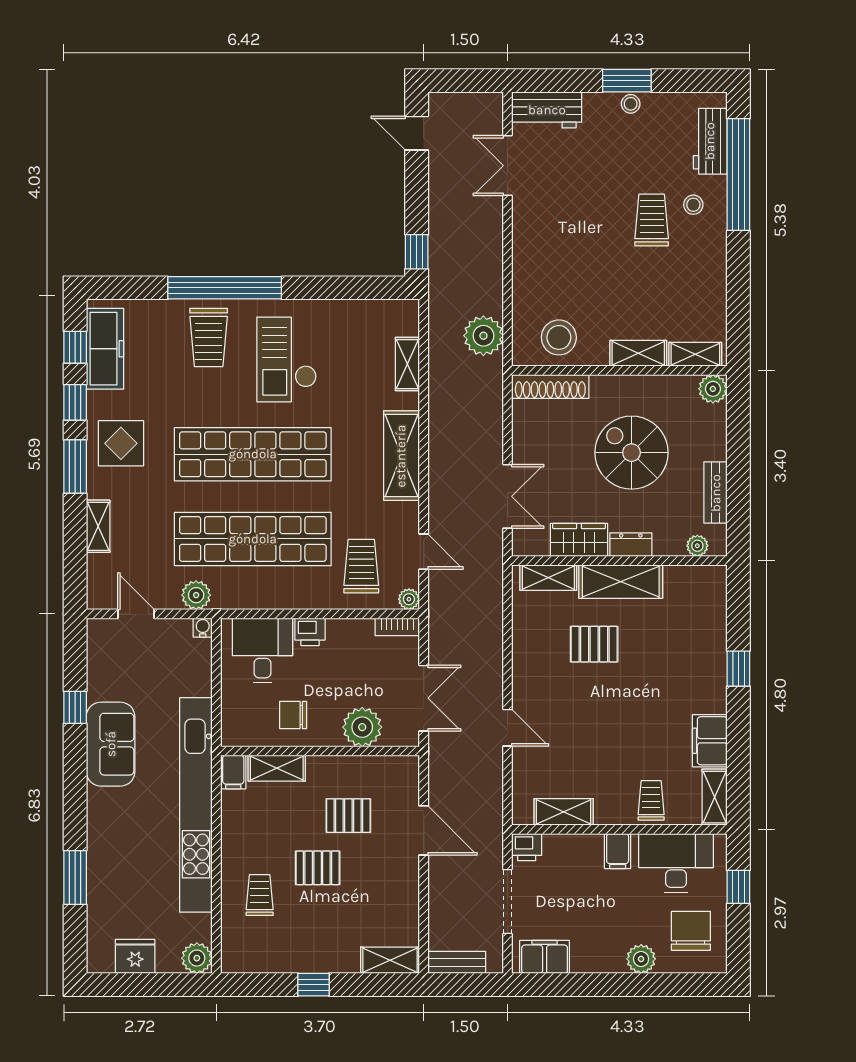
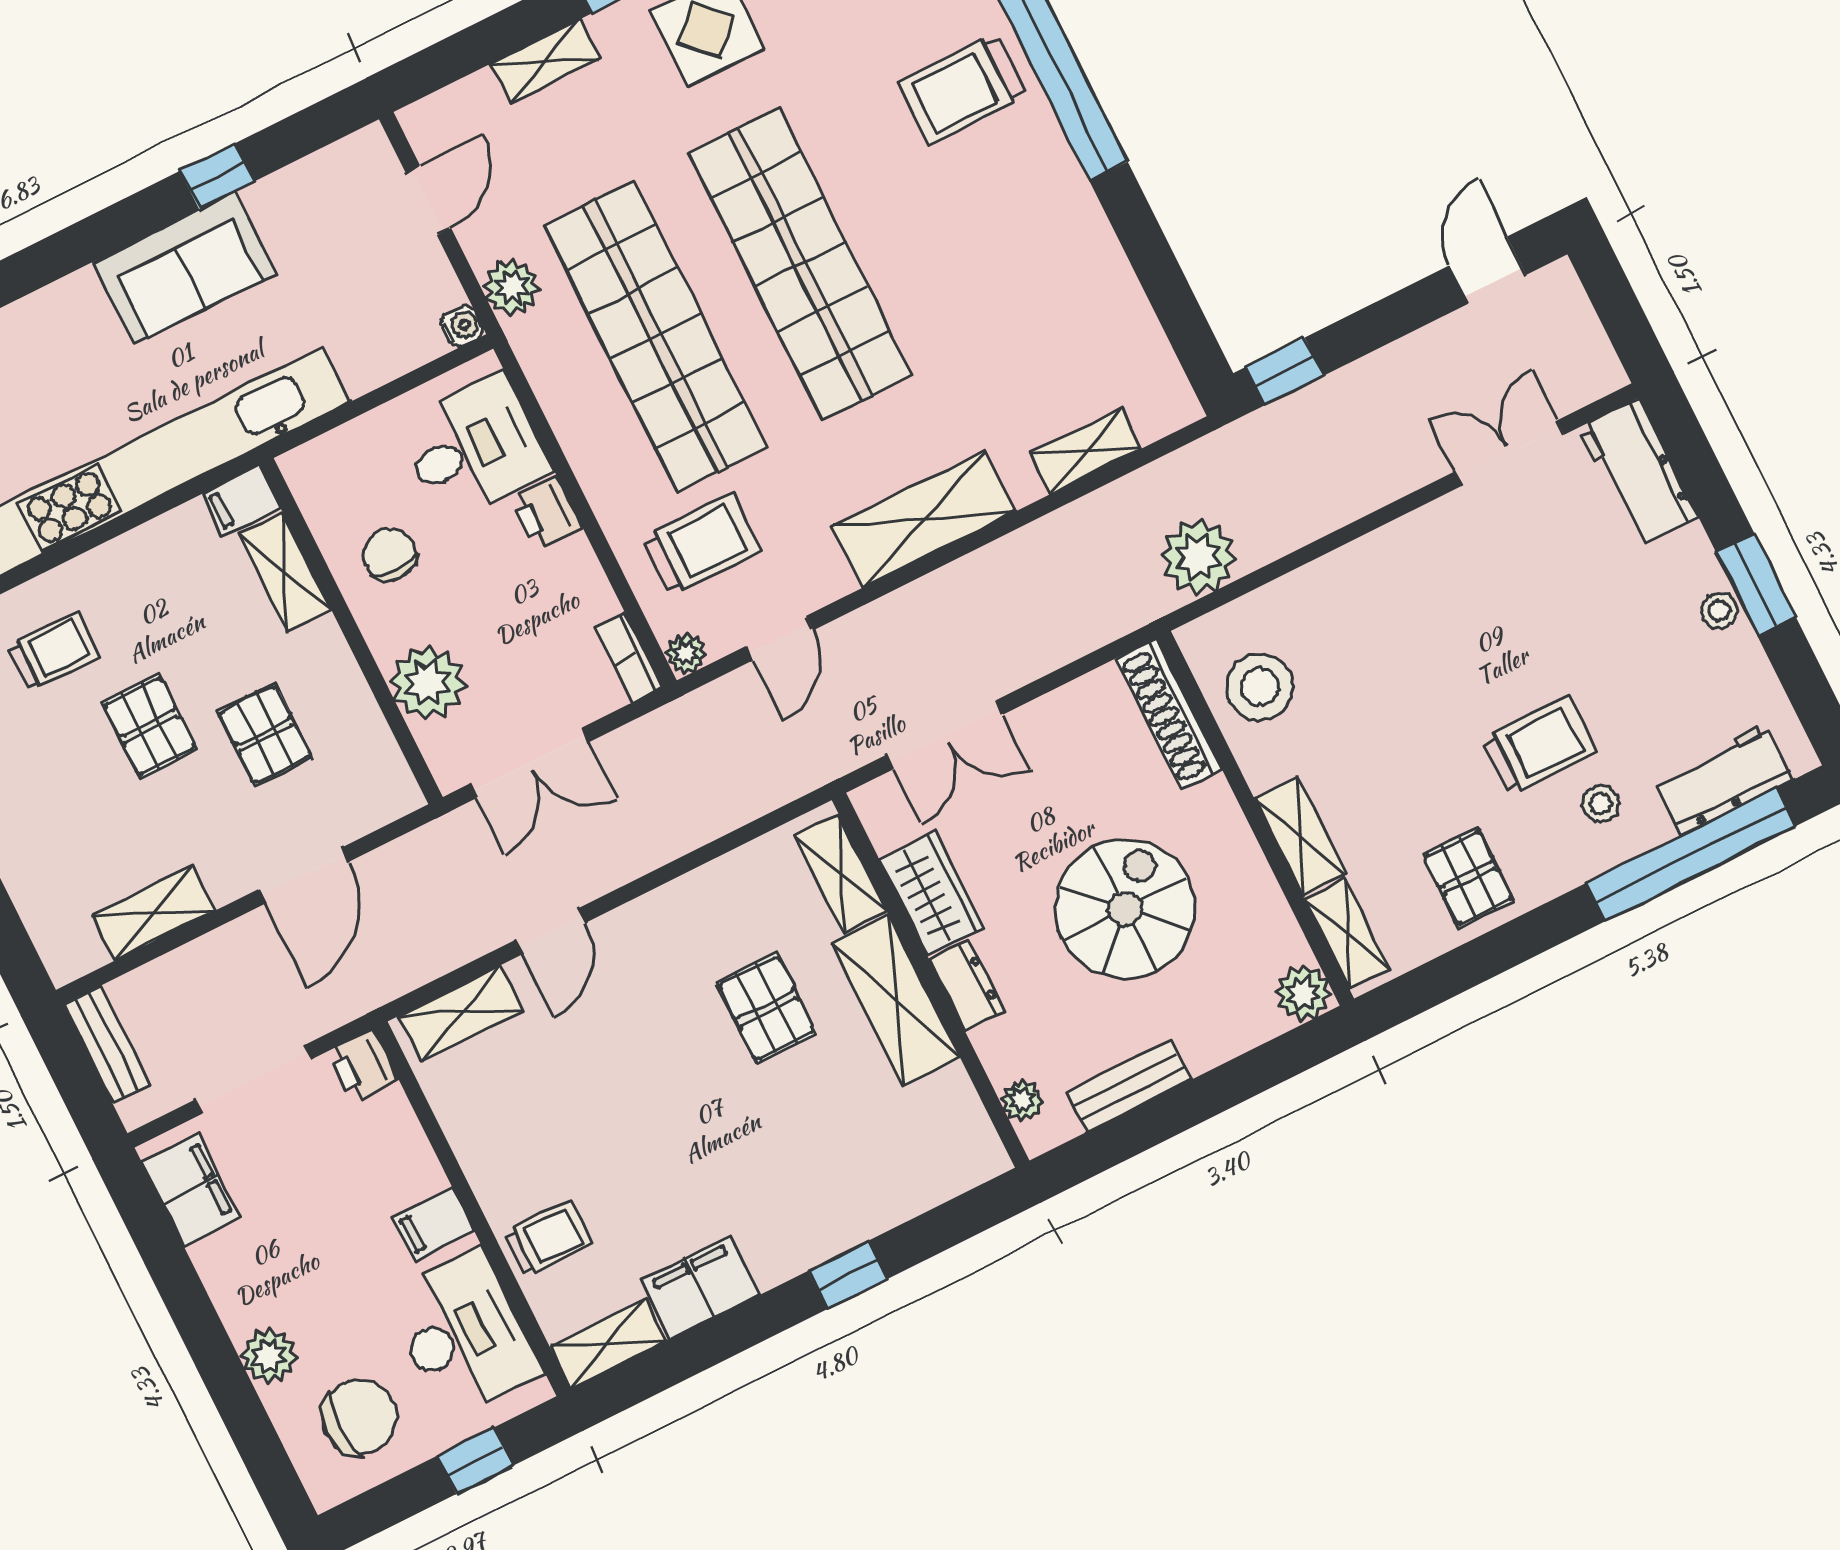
pallet: (697, 284) -> (1468, 878), added
checkout: (287, 359) -> (991, 241), removed
shelving: (564, 812) -> (461, 1013), moved, turned 90
shelving: (390, 960) -> (154, 913), moved, turned 90

